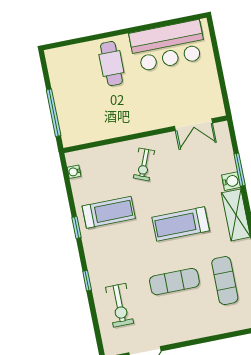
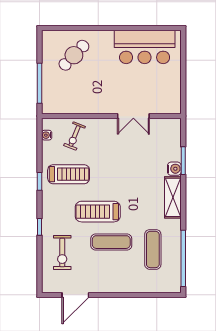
cafe table: (111, 64) -> (74, 55), moved, turned 44
double door: (193, 125) -> (133, 116), moved
exercise bike: (144, 164) -> (75, 136), moved
treadmill: (181, 224) -> (98, 212), moved

